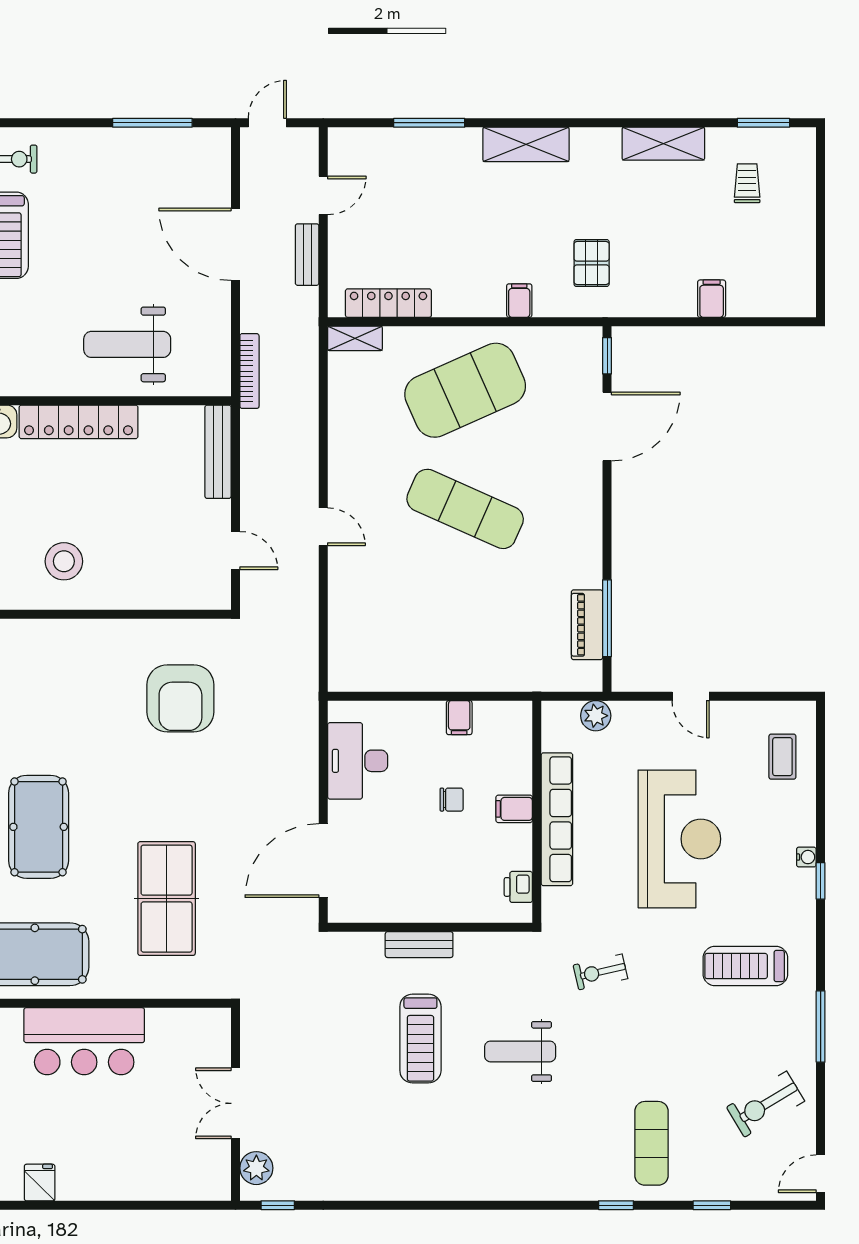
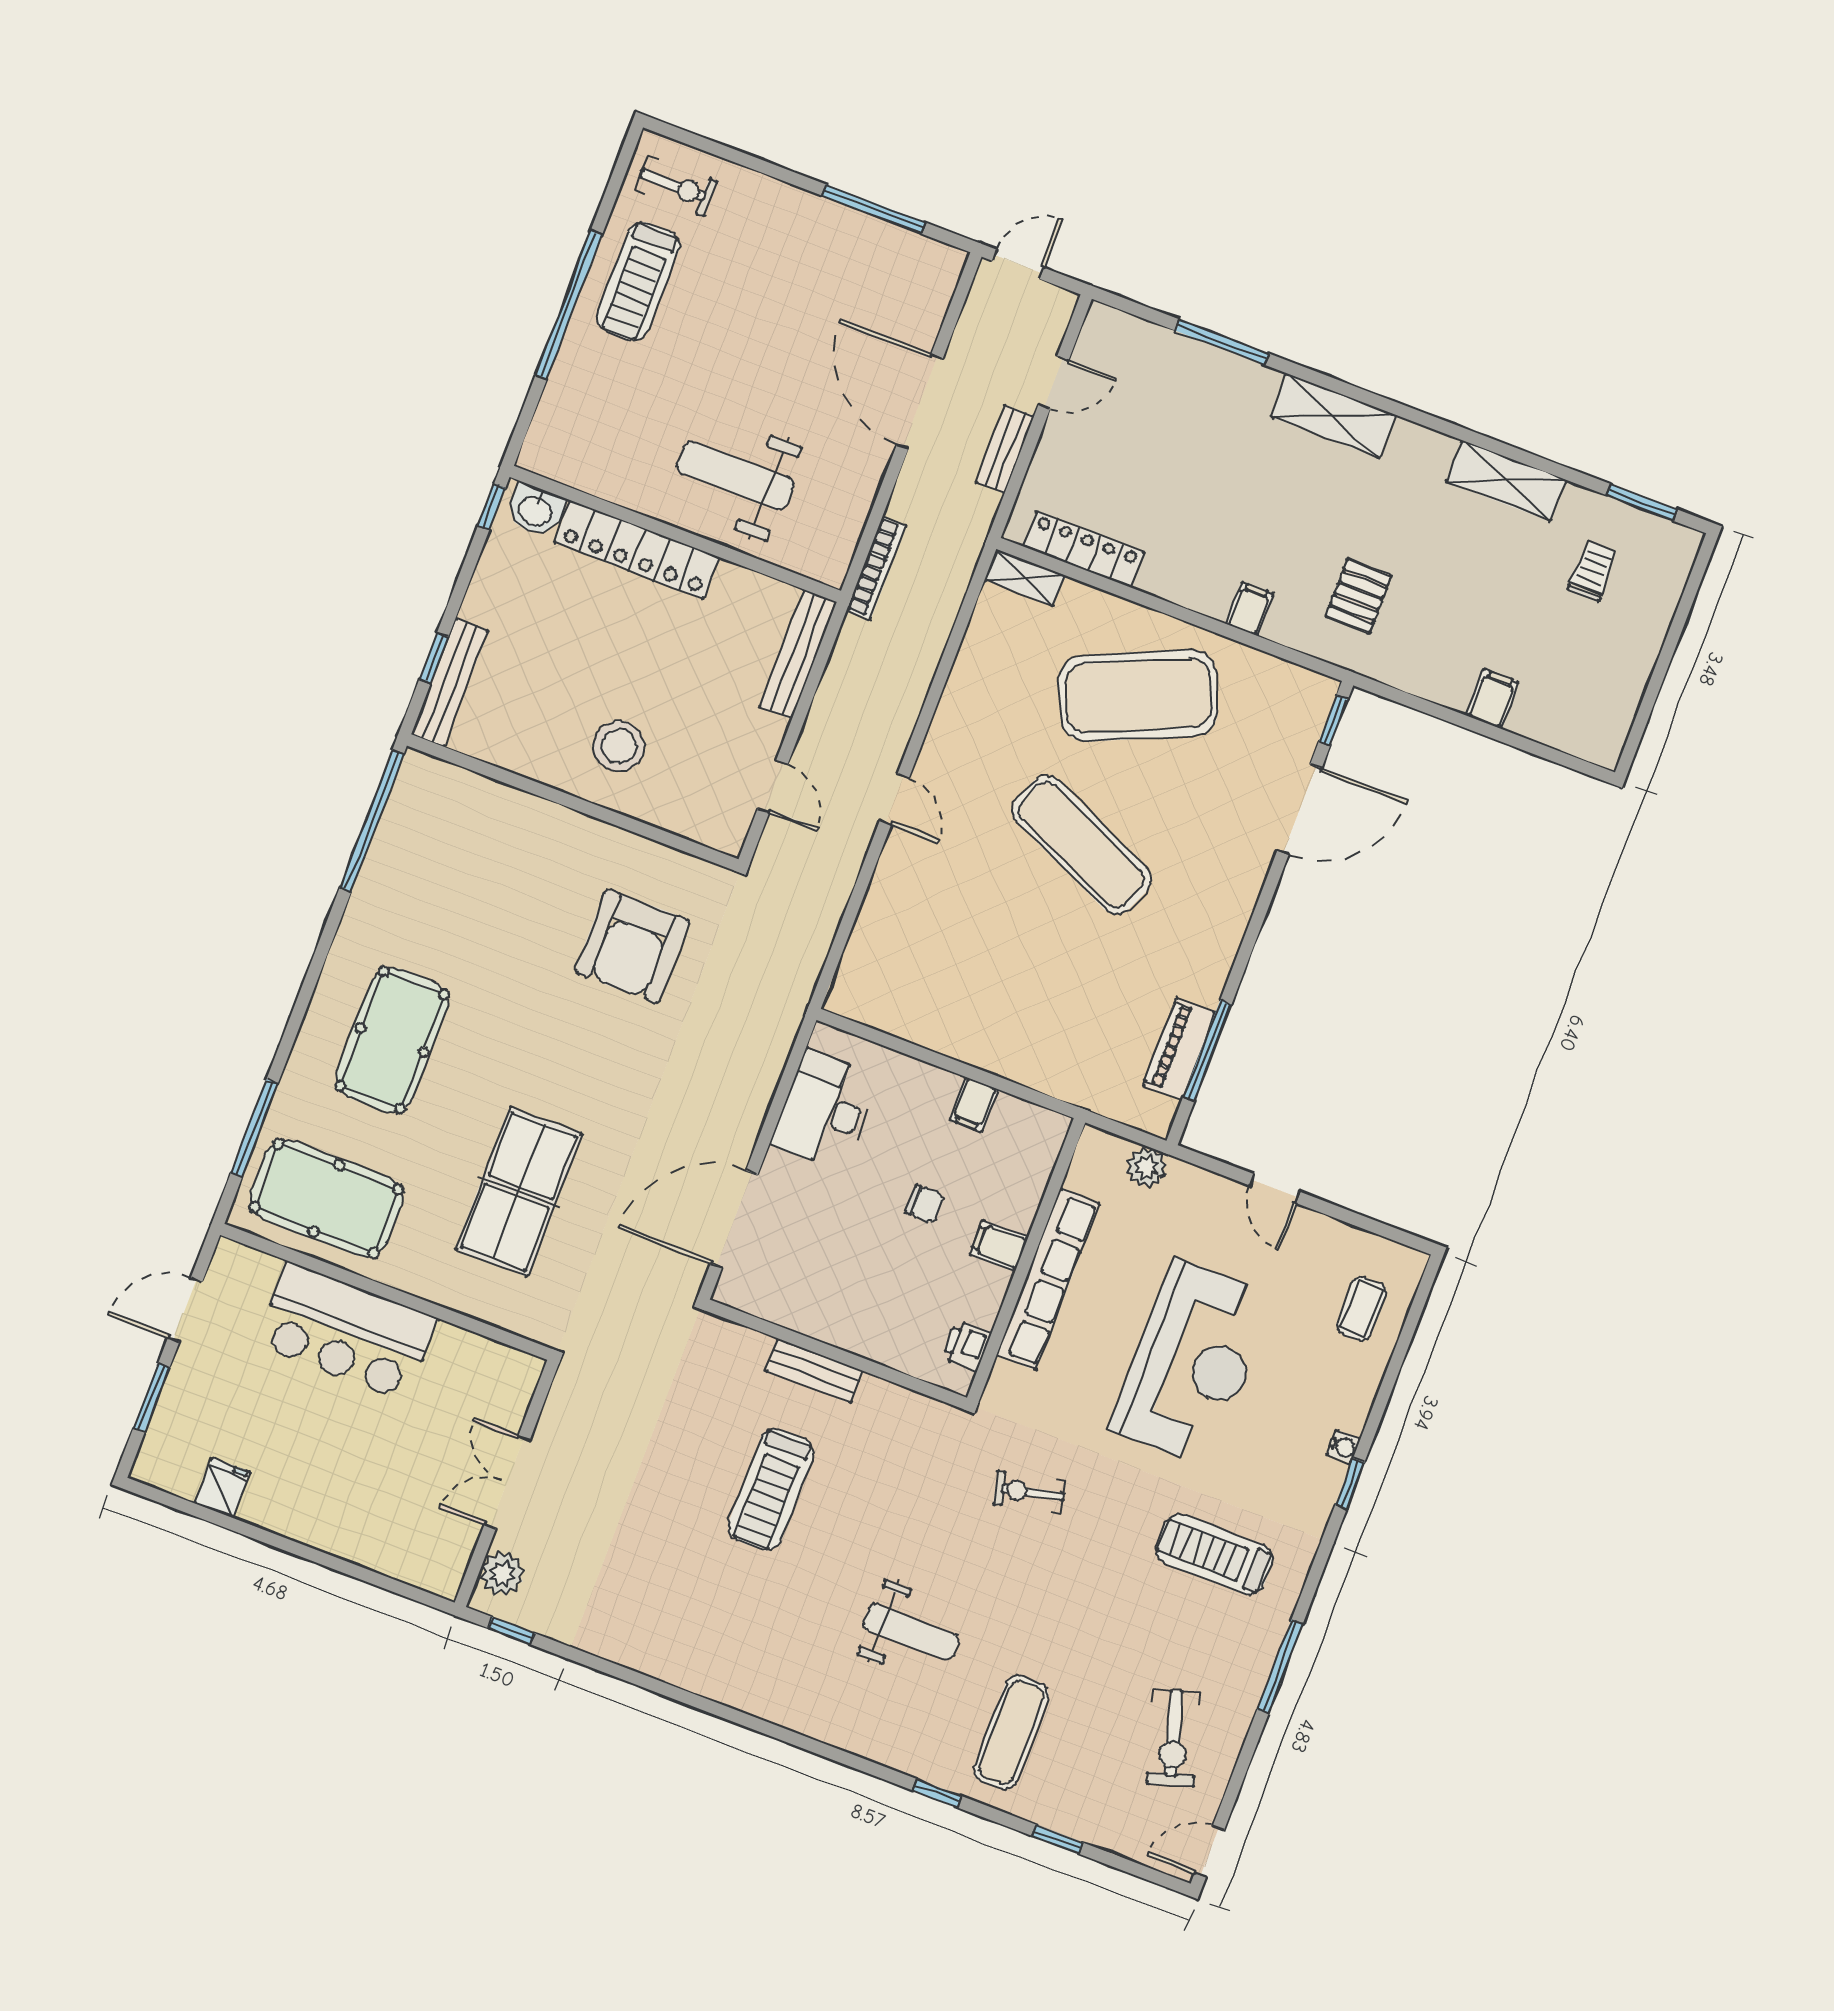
stool: (64, 561) -> (619, 746), moved
weight bench: (520, 1051) -> (911, 1632), moved, turned 180
exercise bike: (766, 1104) -> (1173, 1738), turned -76

